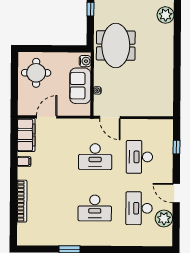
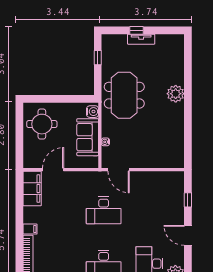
plant: (166, 15) -> (176, 94), moved
desk: (139, 157) -> (149, 210), removed
filing cabinet: (24, 161) -> (30, 229), moved
door: (176, 193) -> (188, 235), moved

